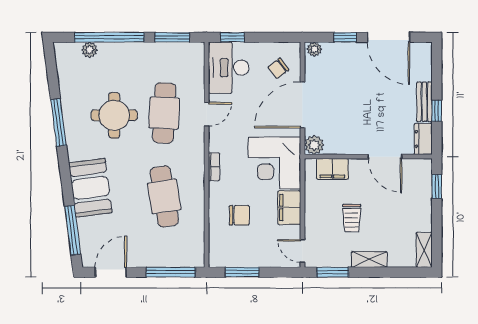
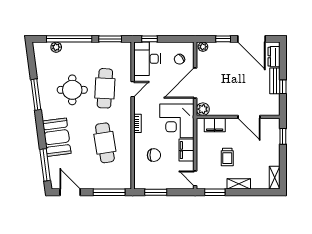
dresser: (423, 139) -> (274, 57), moved
door: (111, 272) -> (70, 192), hinge flipped

